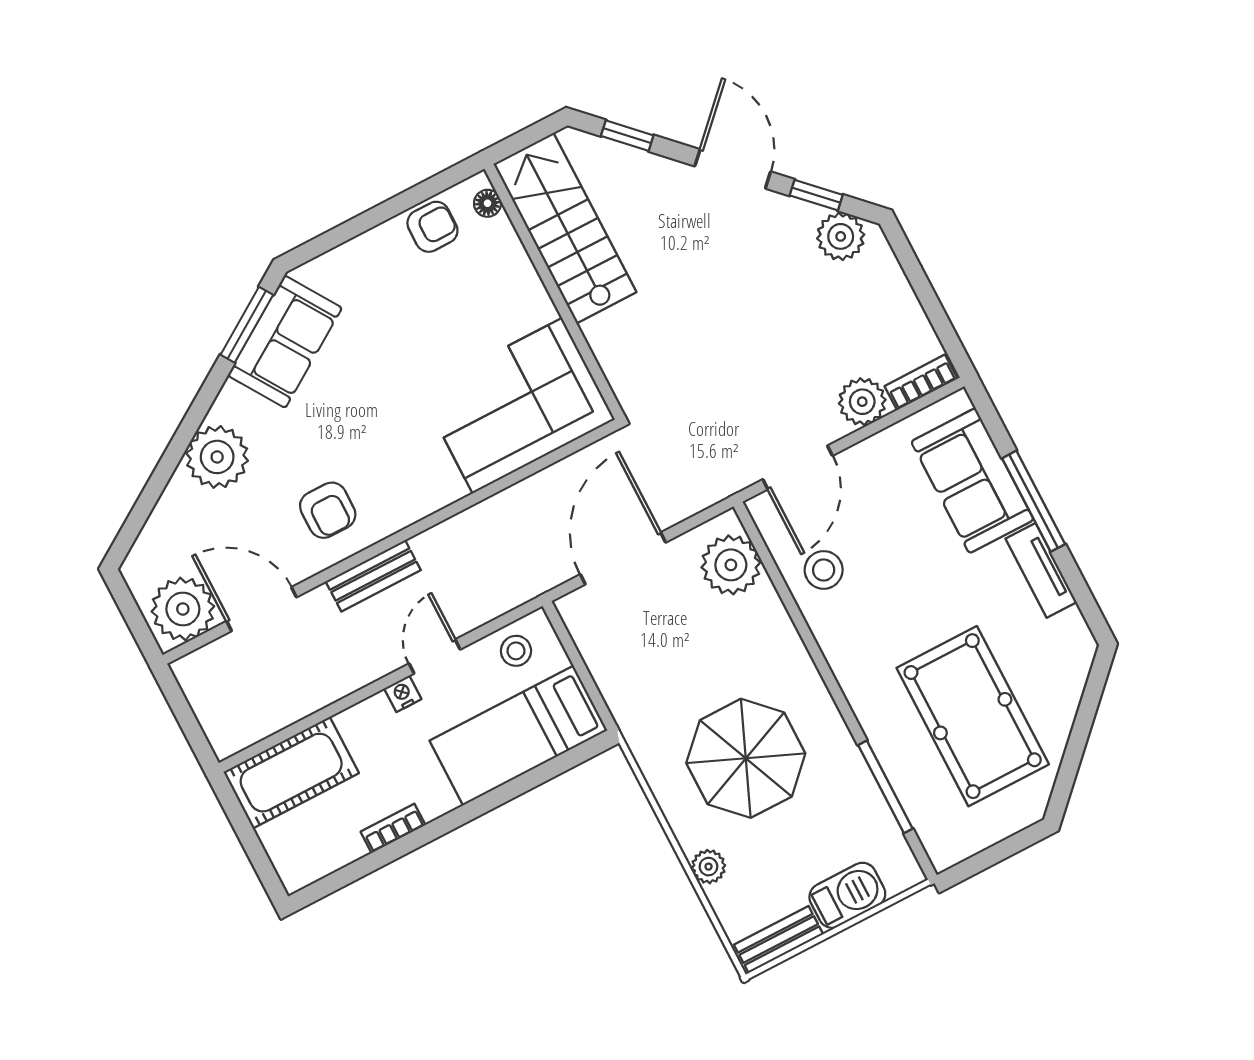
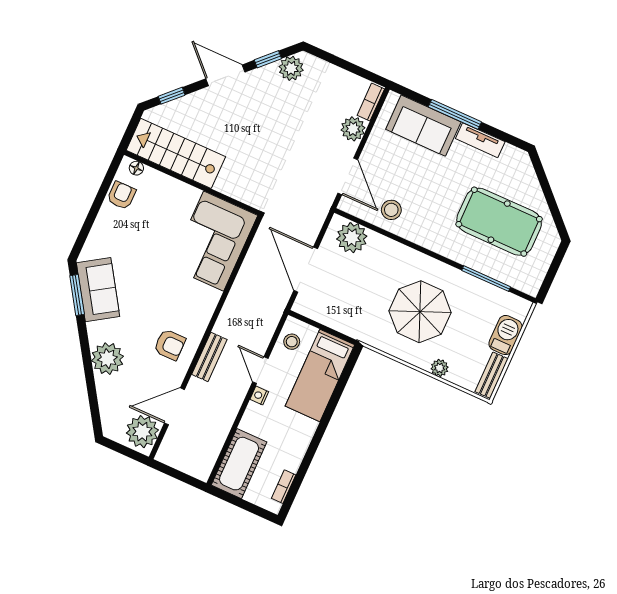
bookcase: (393, 828) -> (284, 487), moved

